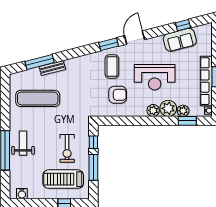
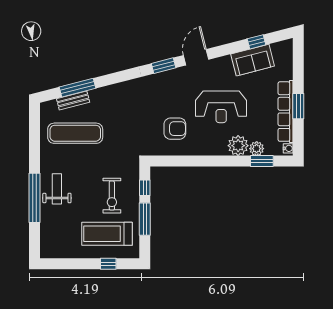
coffee table: (112, 66) -> (168, 93), removed
bench: (52, 68) -> (73, 100), moved
plant: (153, 110) -> (219, 148), removed
water cooler: (22, 194) -> (55, 252), removed

